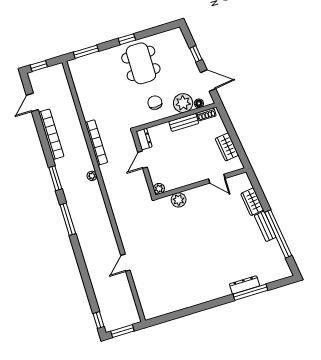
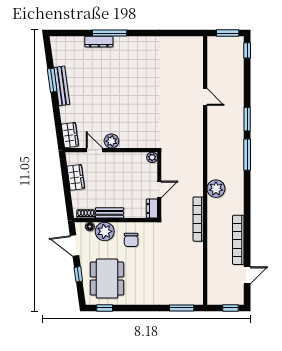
window: (127, 39) -> (105, 308), moved
dining table: (141, 63) -> (107, 279), moved
plant: (92, 176) -> (216, 189), width x1.87, depth x1.87
window: (55, 178) -> (247, 119), moved
plant: (179, 200) -> (111, 141), moved
wardrobe: (252, 202) -> (70, 135), moved
bench: (265, 226) -> (62, 86), width x1.36
window: (278, 234) -> (52, 80), width x0.47
door: (125, 263) -> (205, 97), hinge flipped
window: (250, 292) -> (110, 33), moved

